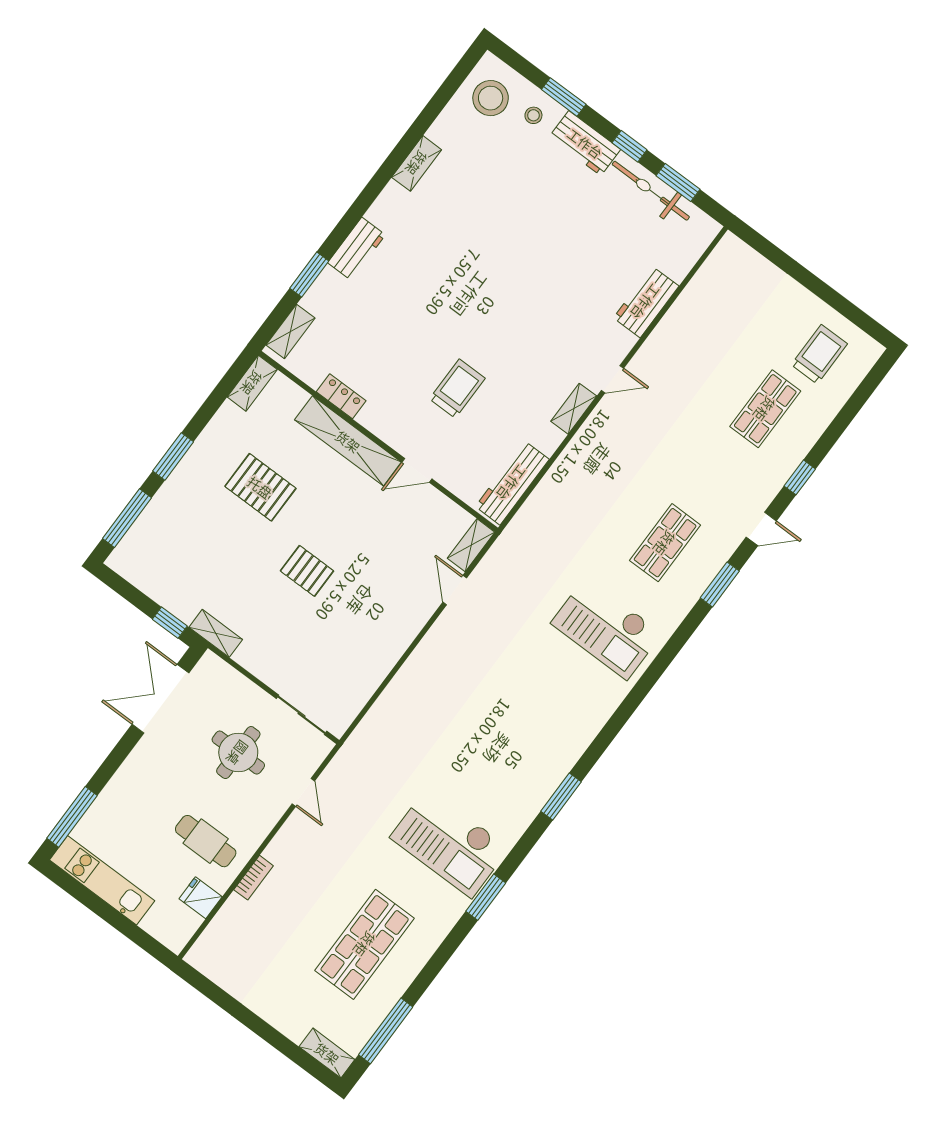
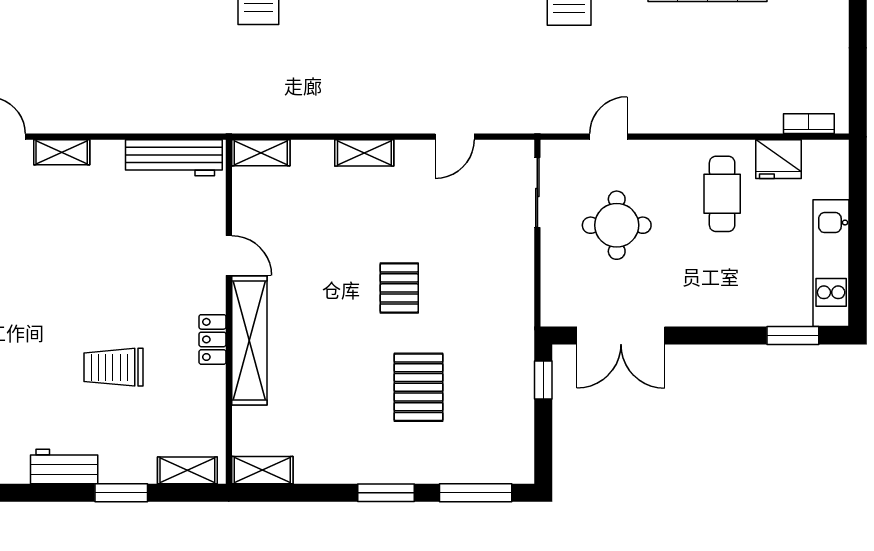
trolley: (457, 389) -> (113, 367), moved
locker: (341, 396) -> (213, 339), moved
pallet: (260, 487) -> (418, 387), moved
door: (455, 590) -> (455, 137), moved
shelving: (216, 633) -> (364, 153), moved, turned 90
window: (72, 817) -> (793, 335), width x0.69
bookcase: (254, 878) -> (809, 124), moved
fridge: (201, 898) -> (779, 159), width x1.38

